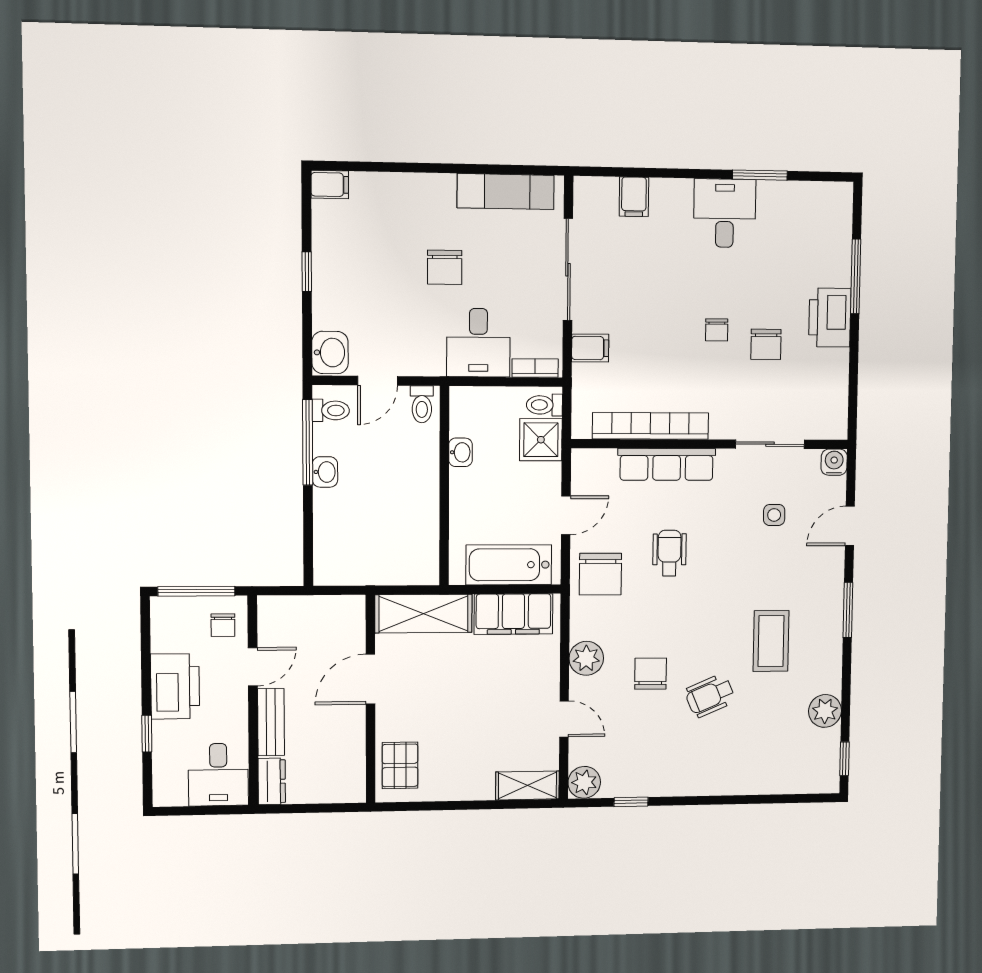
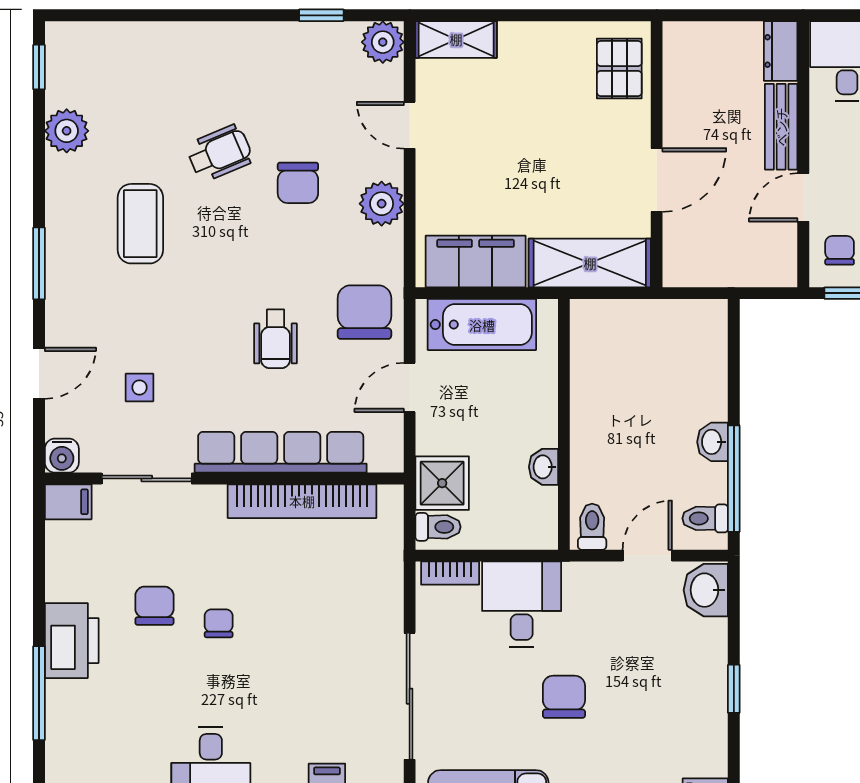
filing cabinet: (590, 348) -> (68, 502), moved, turned 180
row of seats: (667, 464) -> (281, 452), width x1.36

